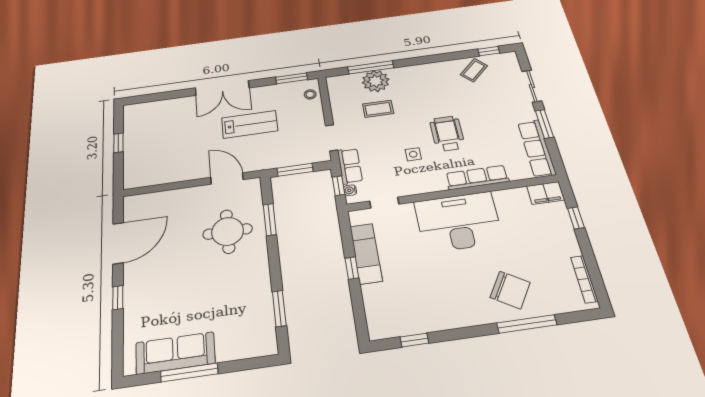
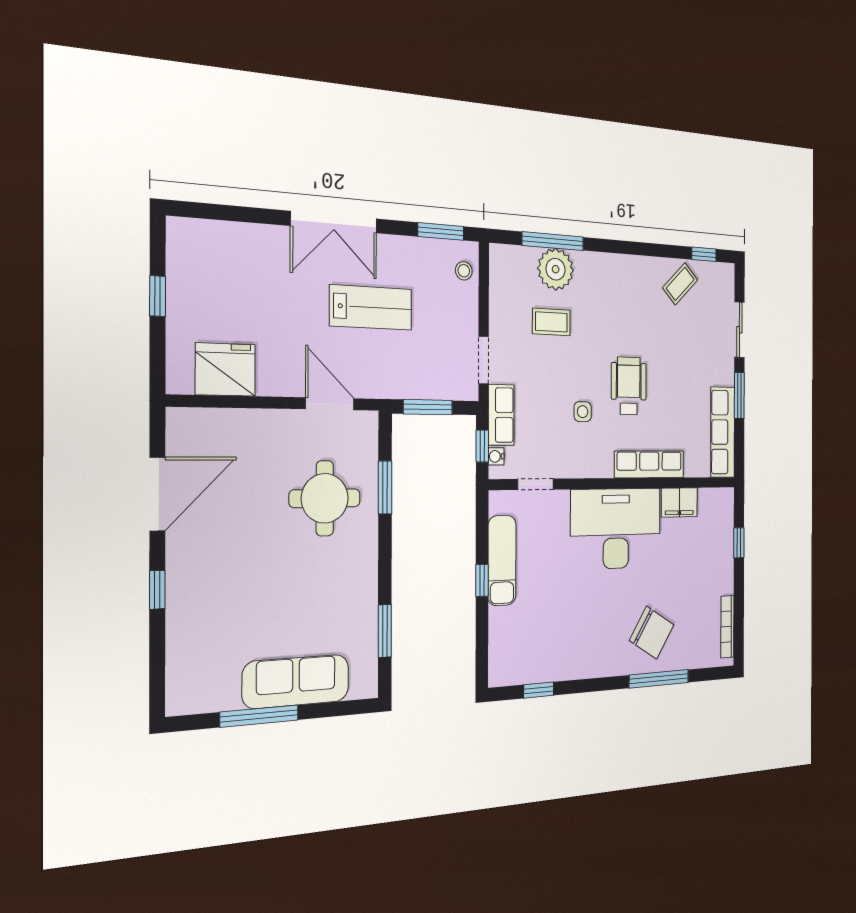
fridge: (159, 172) -> (225, 370), added
filing cabinet: (546, 193) -> (679, 502), moved
sofa: (175, 353) -> (296, 681), moved

